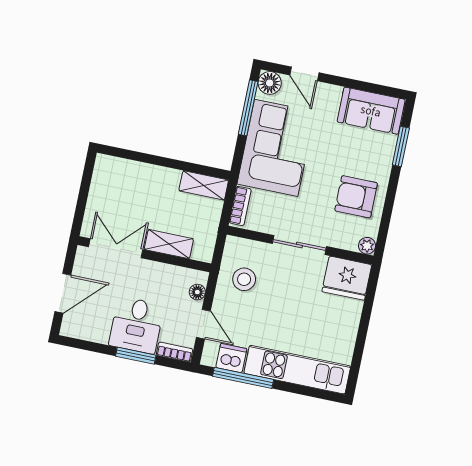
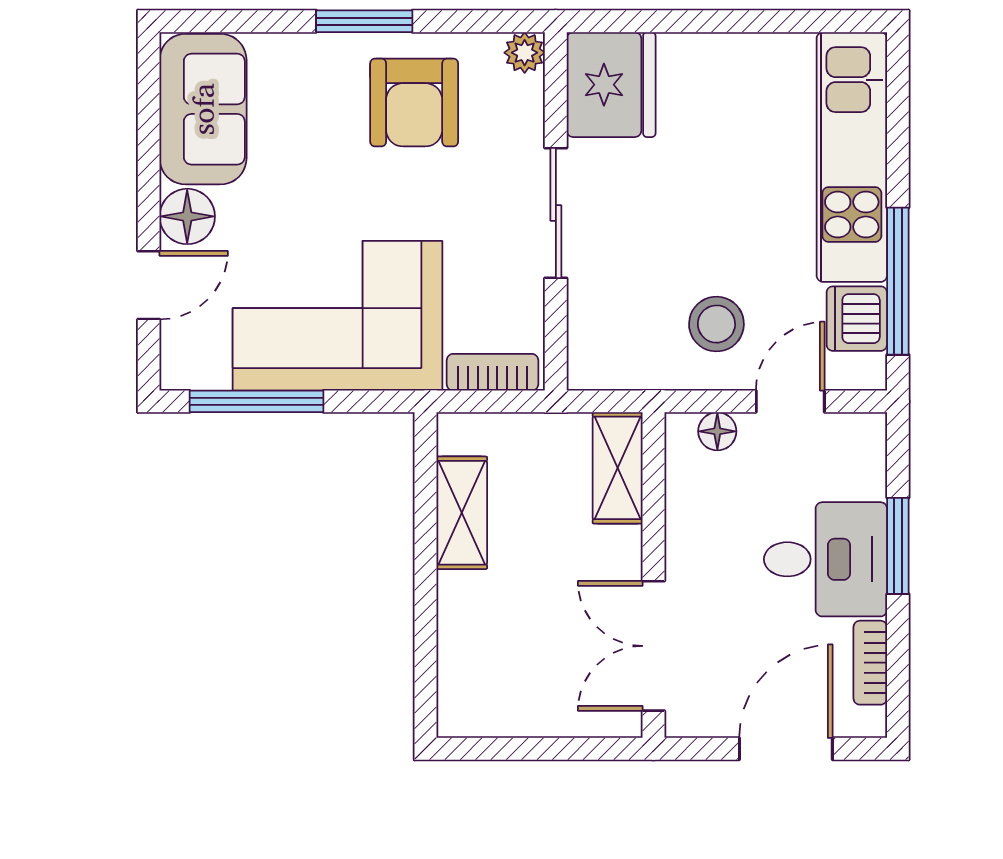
floor lamp: (270, 83) -> (187, 216), moved
window: (401, 146) -> (364, 21), moved
shelving: (204, 185) -> (462, 513), moved
shelving: (169, 244) -> (618, 468), moved
stool: (244, 279) -> (716, 324), moved
door: (63, 293) -> (786, 749), hinge flipped
bookcase: (175, 352) -> (870, 663), moved

